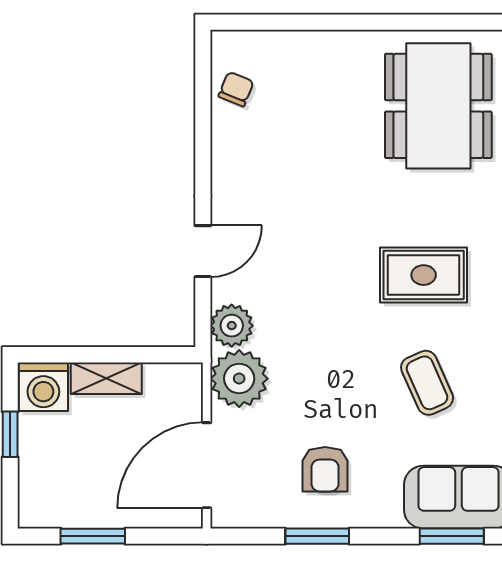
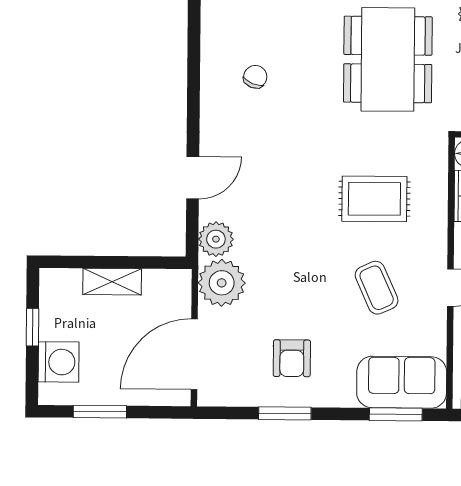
chair: (236, 89) -> (255, 77), moved
washing machine: (43, 387) -> (59, 362), moved, turned -90

